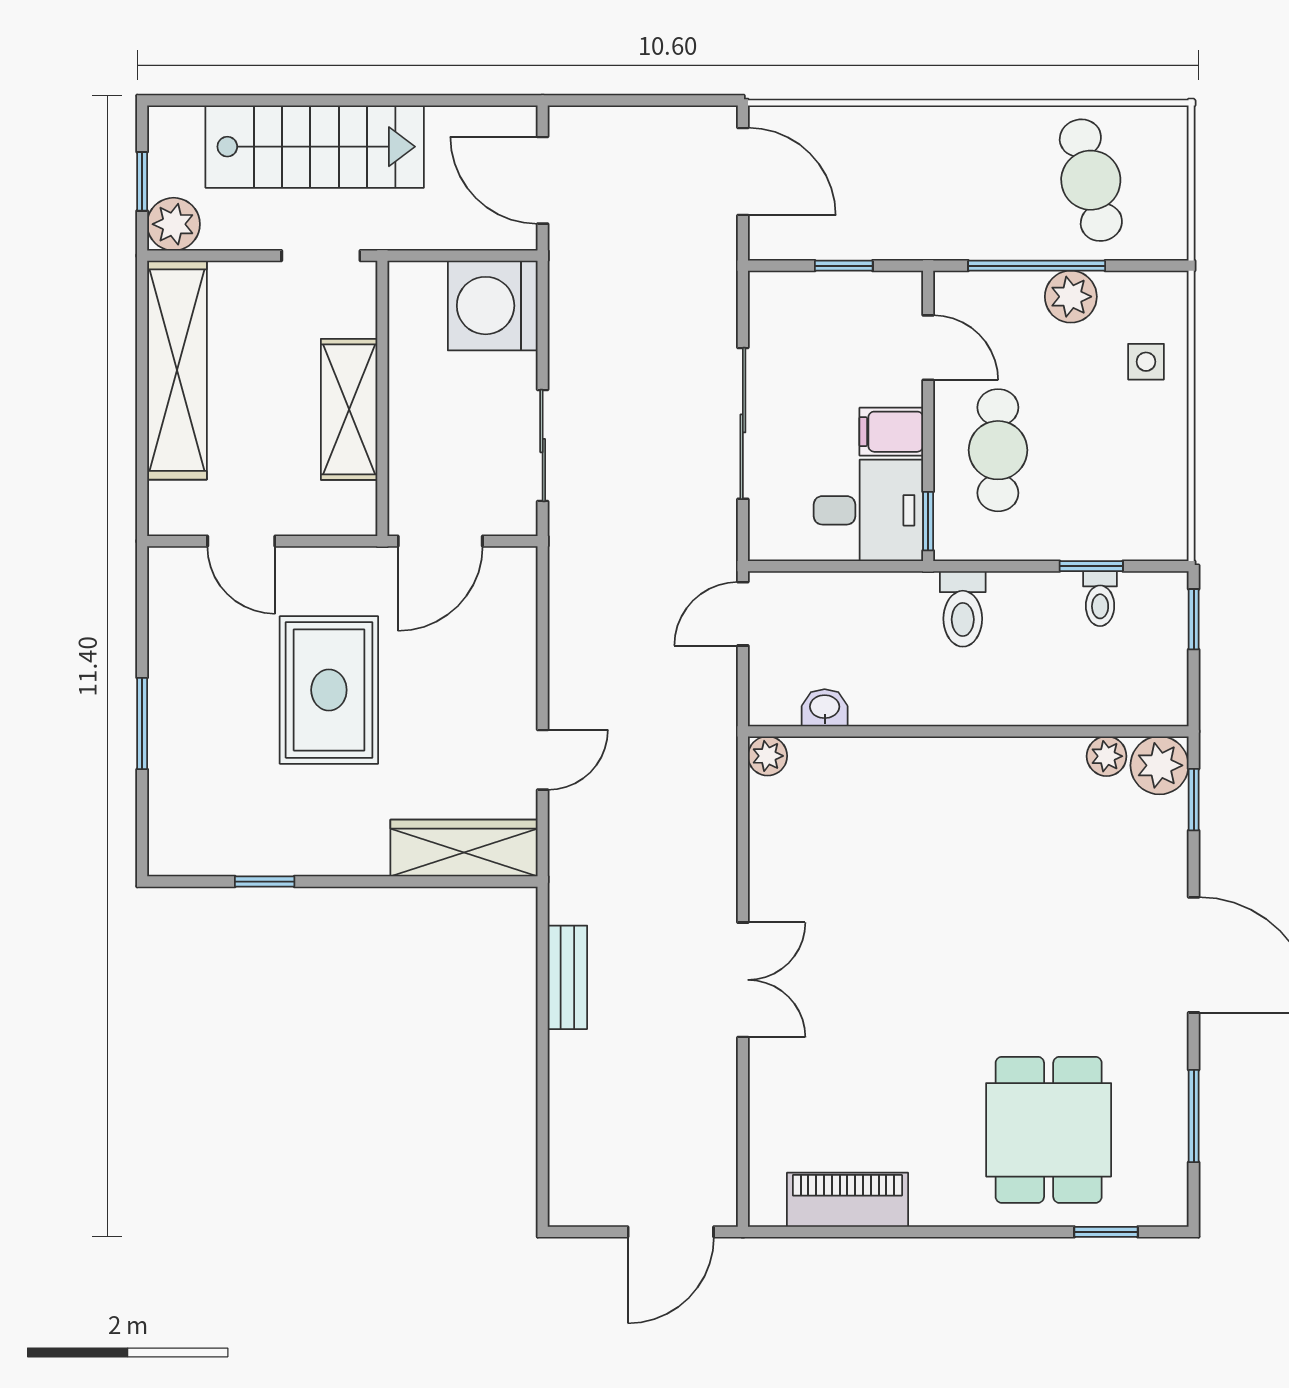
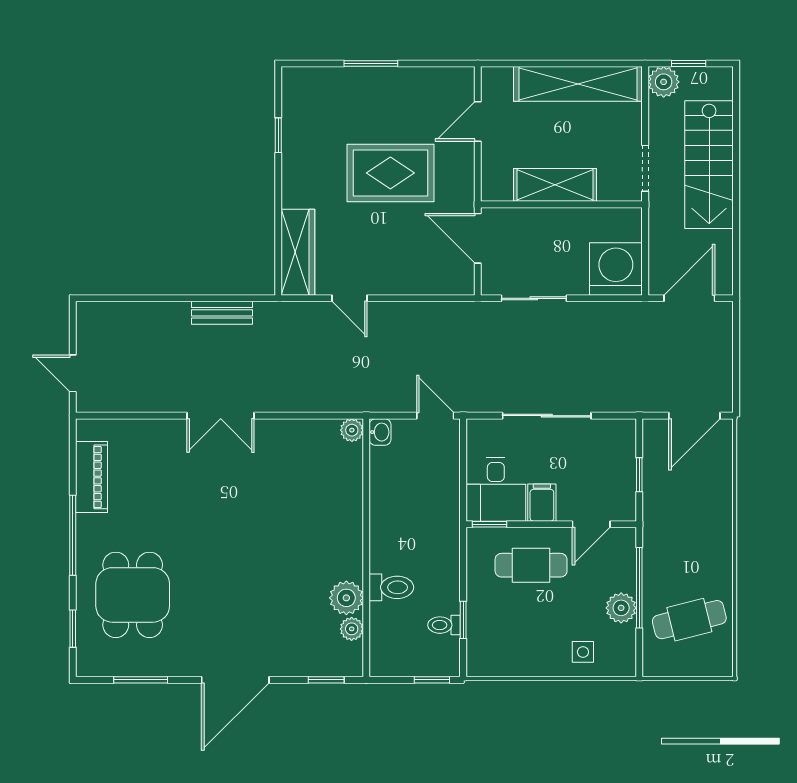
toilet: (963, 609) -> (391, 587), moved, turned 180
washbasin: (825, 708) -> (380, 432), moved
plant: (1160, 765) -> (346, 598), moved
dining table: (1049, 1130) -> (133, 595), turned 90
door: (671, 1232) -> (73, 373), width x0.73
window: (947, 1232) -> (73, 535), added

